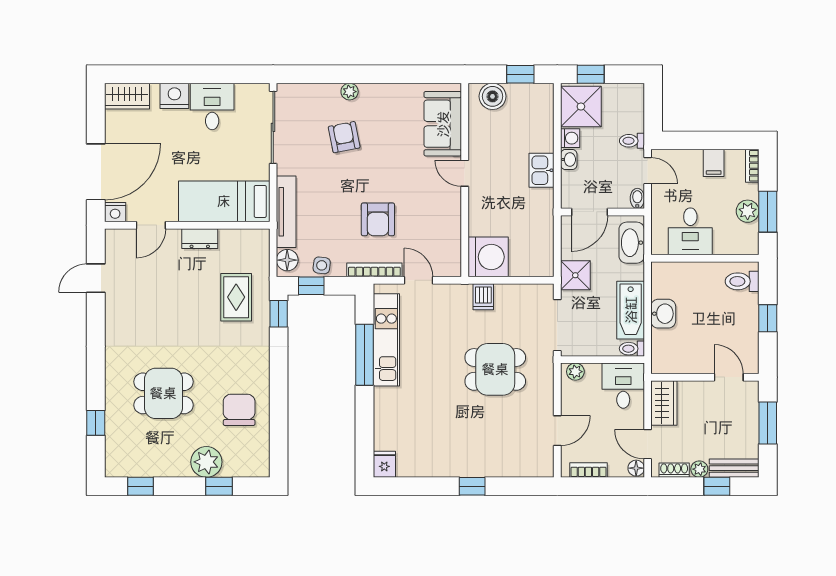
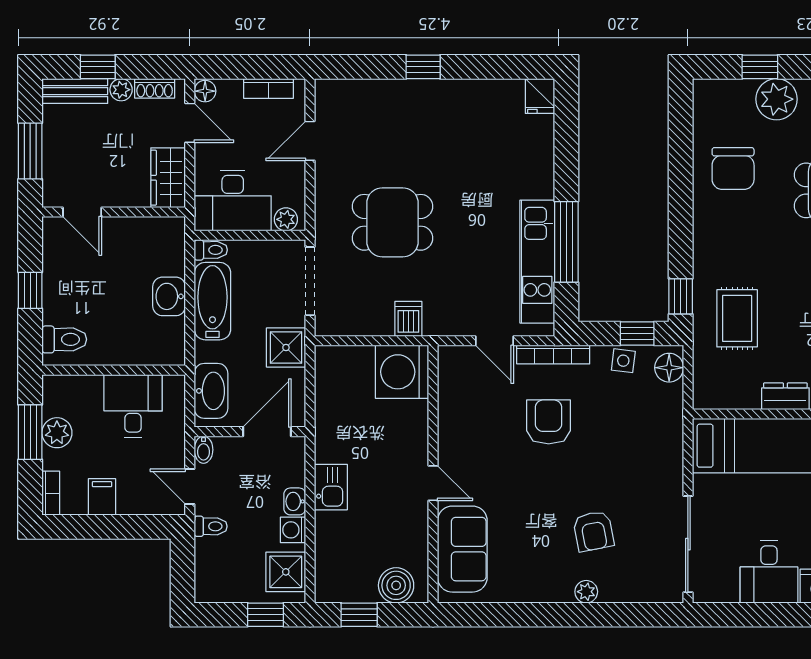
shower: (581, 107) -> (286, 572), width x0.73, depth x0.73
tv unit: (286, 212) -> (671, 432), removed
desk: (623, 386) -> (233, 201), width x1.37

